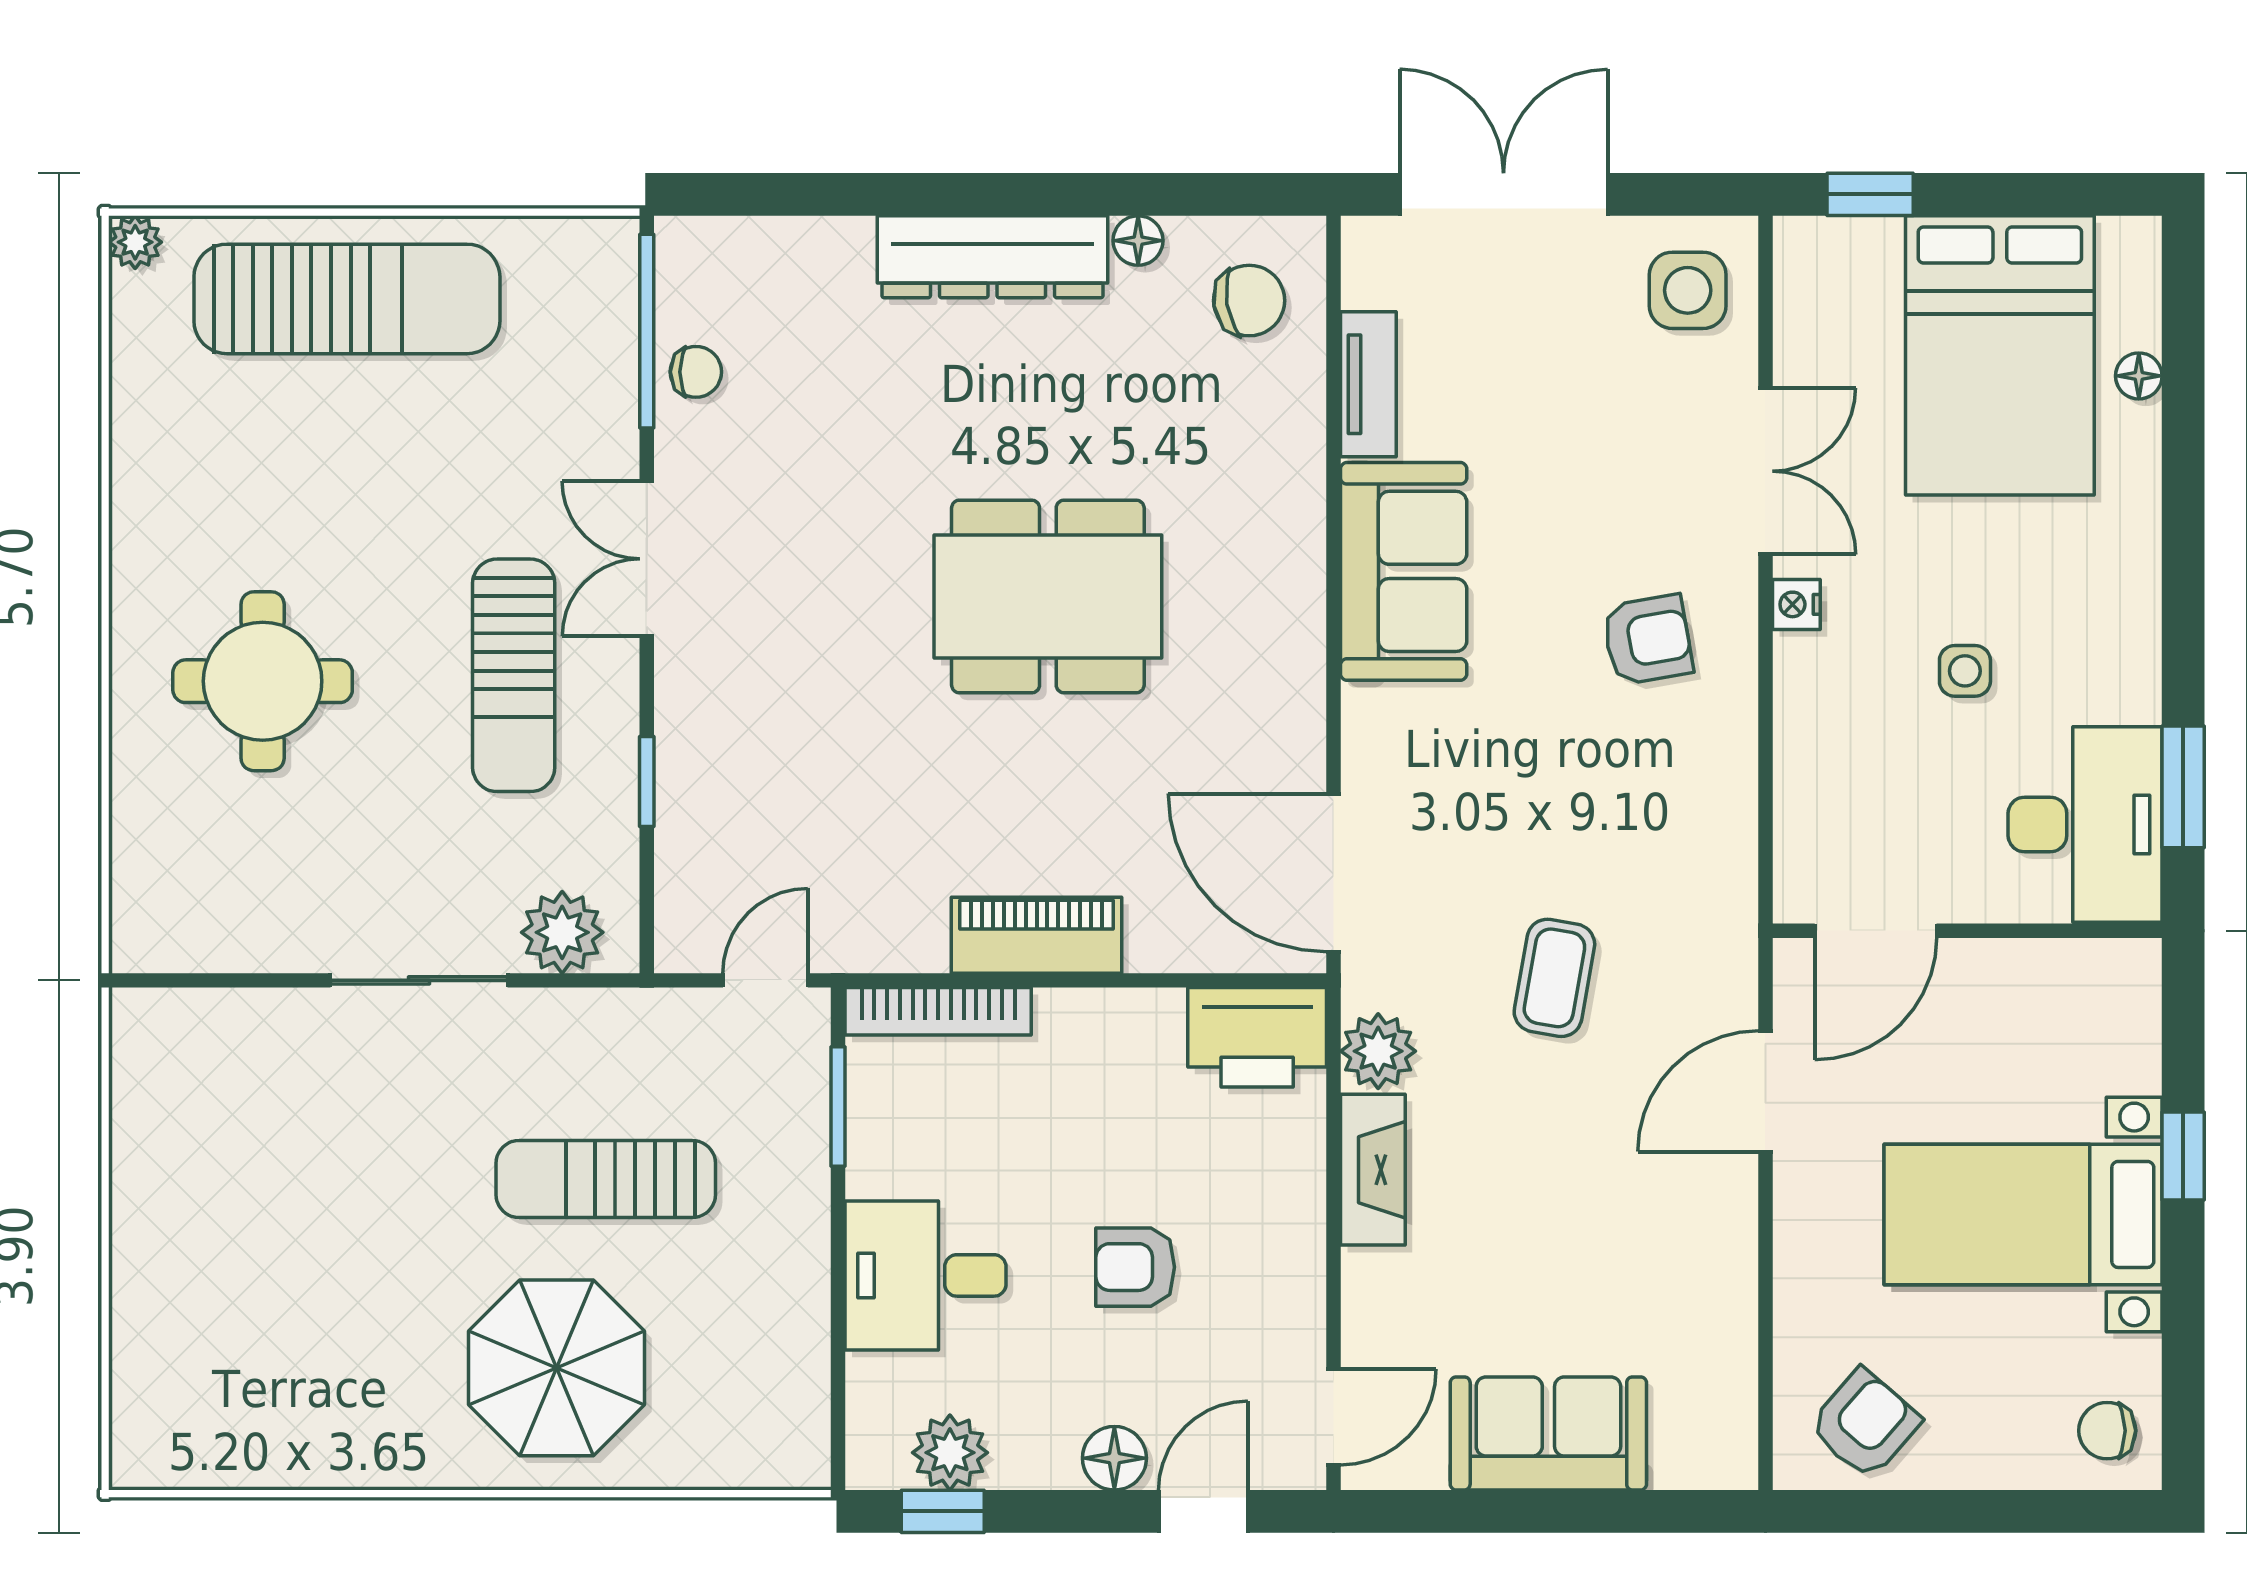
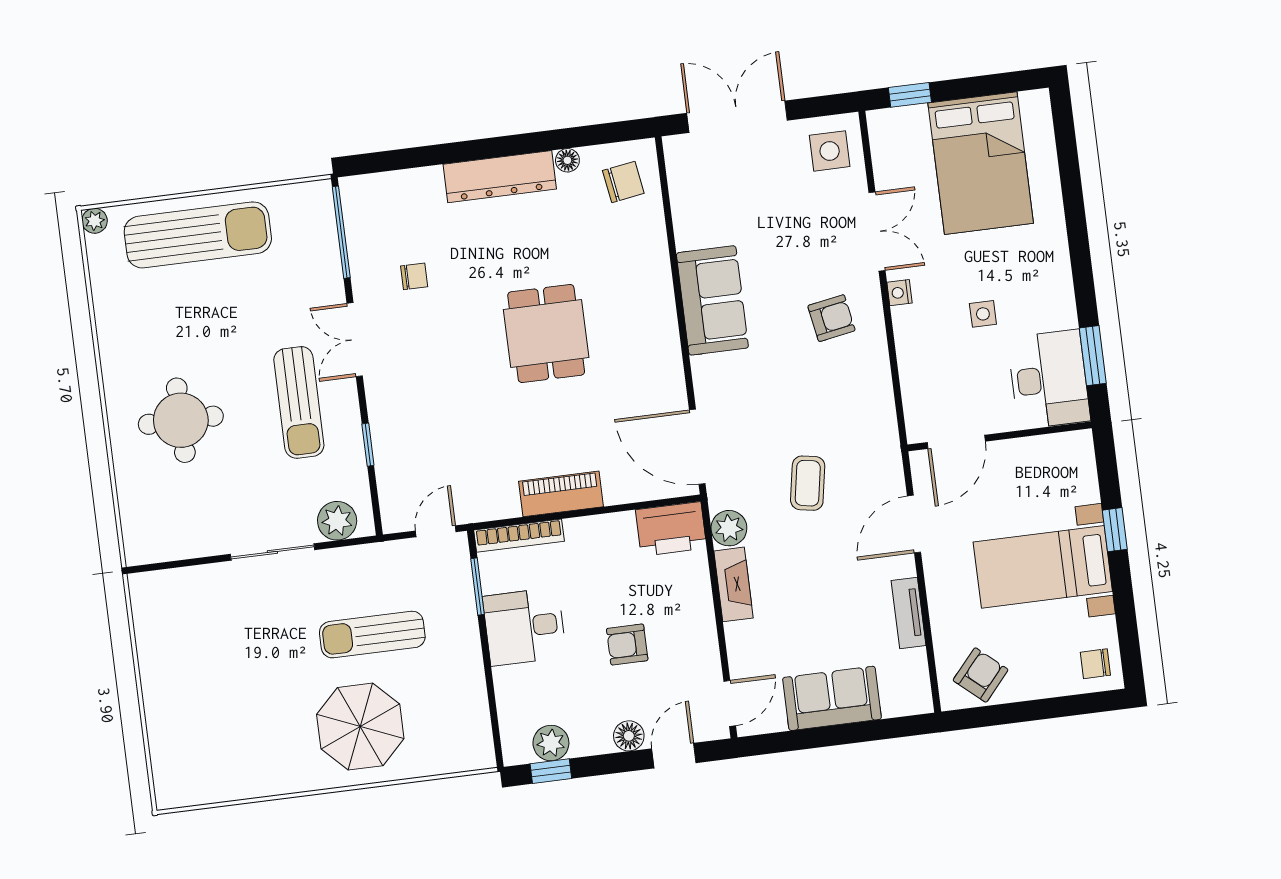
chair: (696, 372) -> (414, 276), moved
floor lamp: (2139, 376) -> (1047, 164), removed
tv unit: (1368, 384) -> (909, 613), moved, turned 180
dining table: (1048, 596) -> (546, 333), width x0.73
desk: (926, 1275) -> (525, 627), moved

